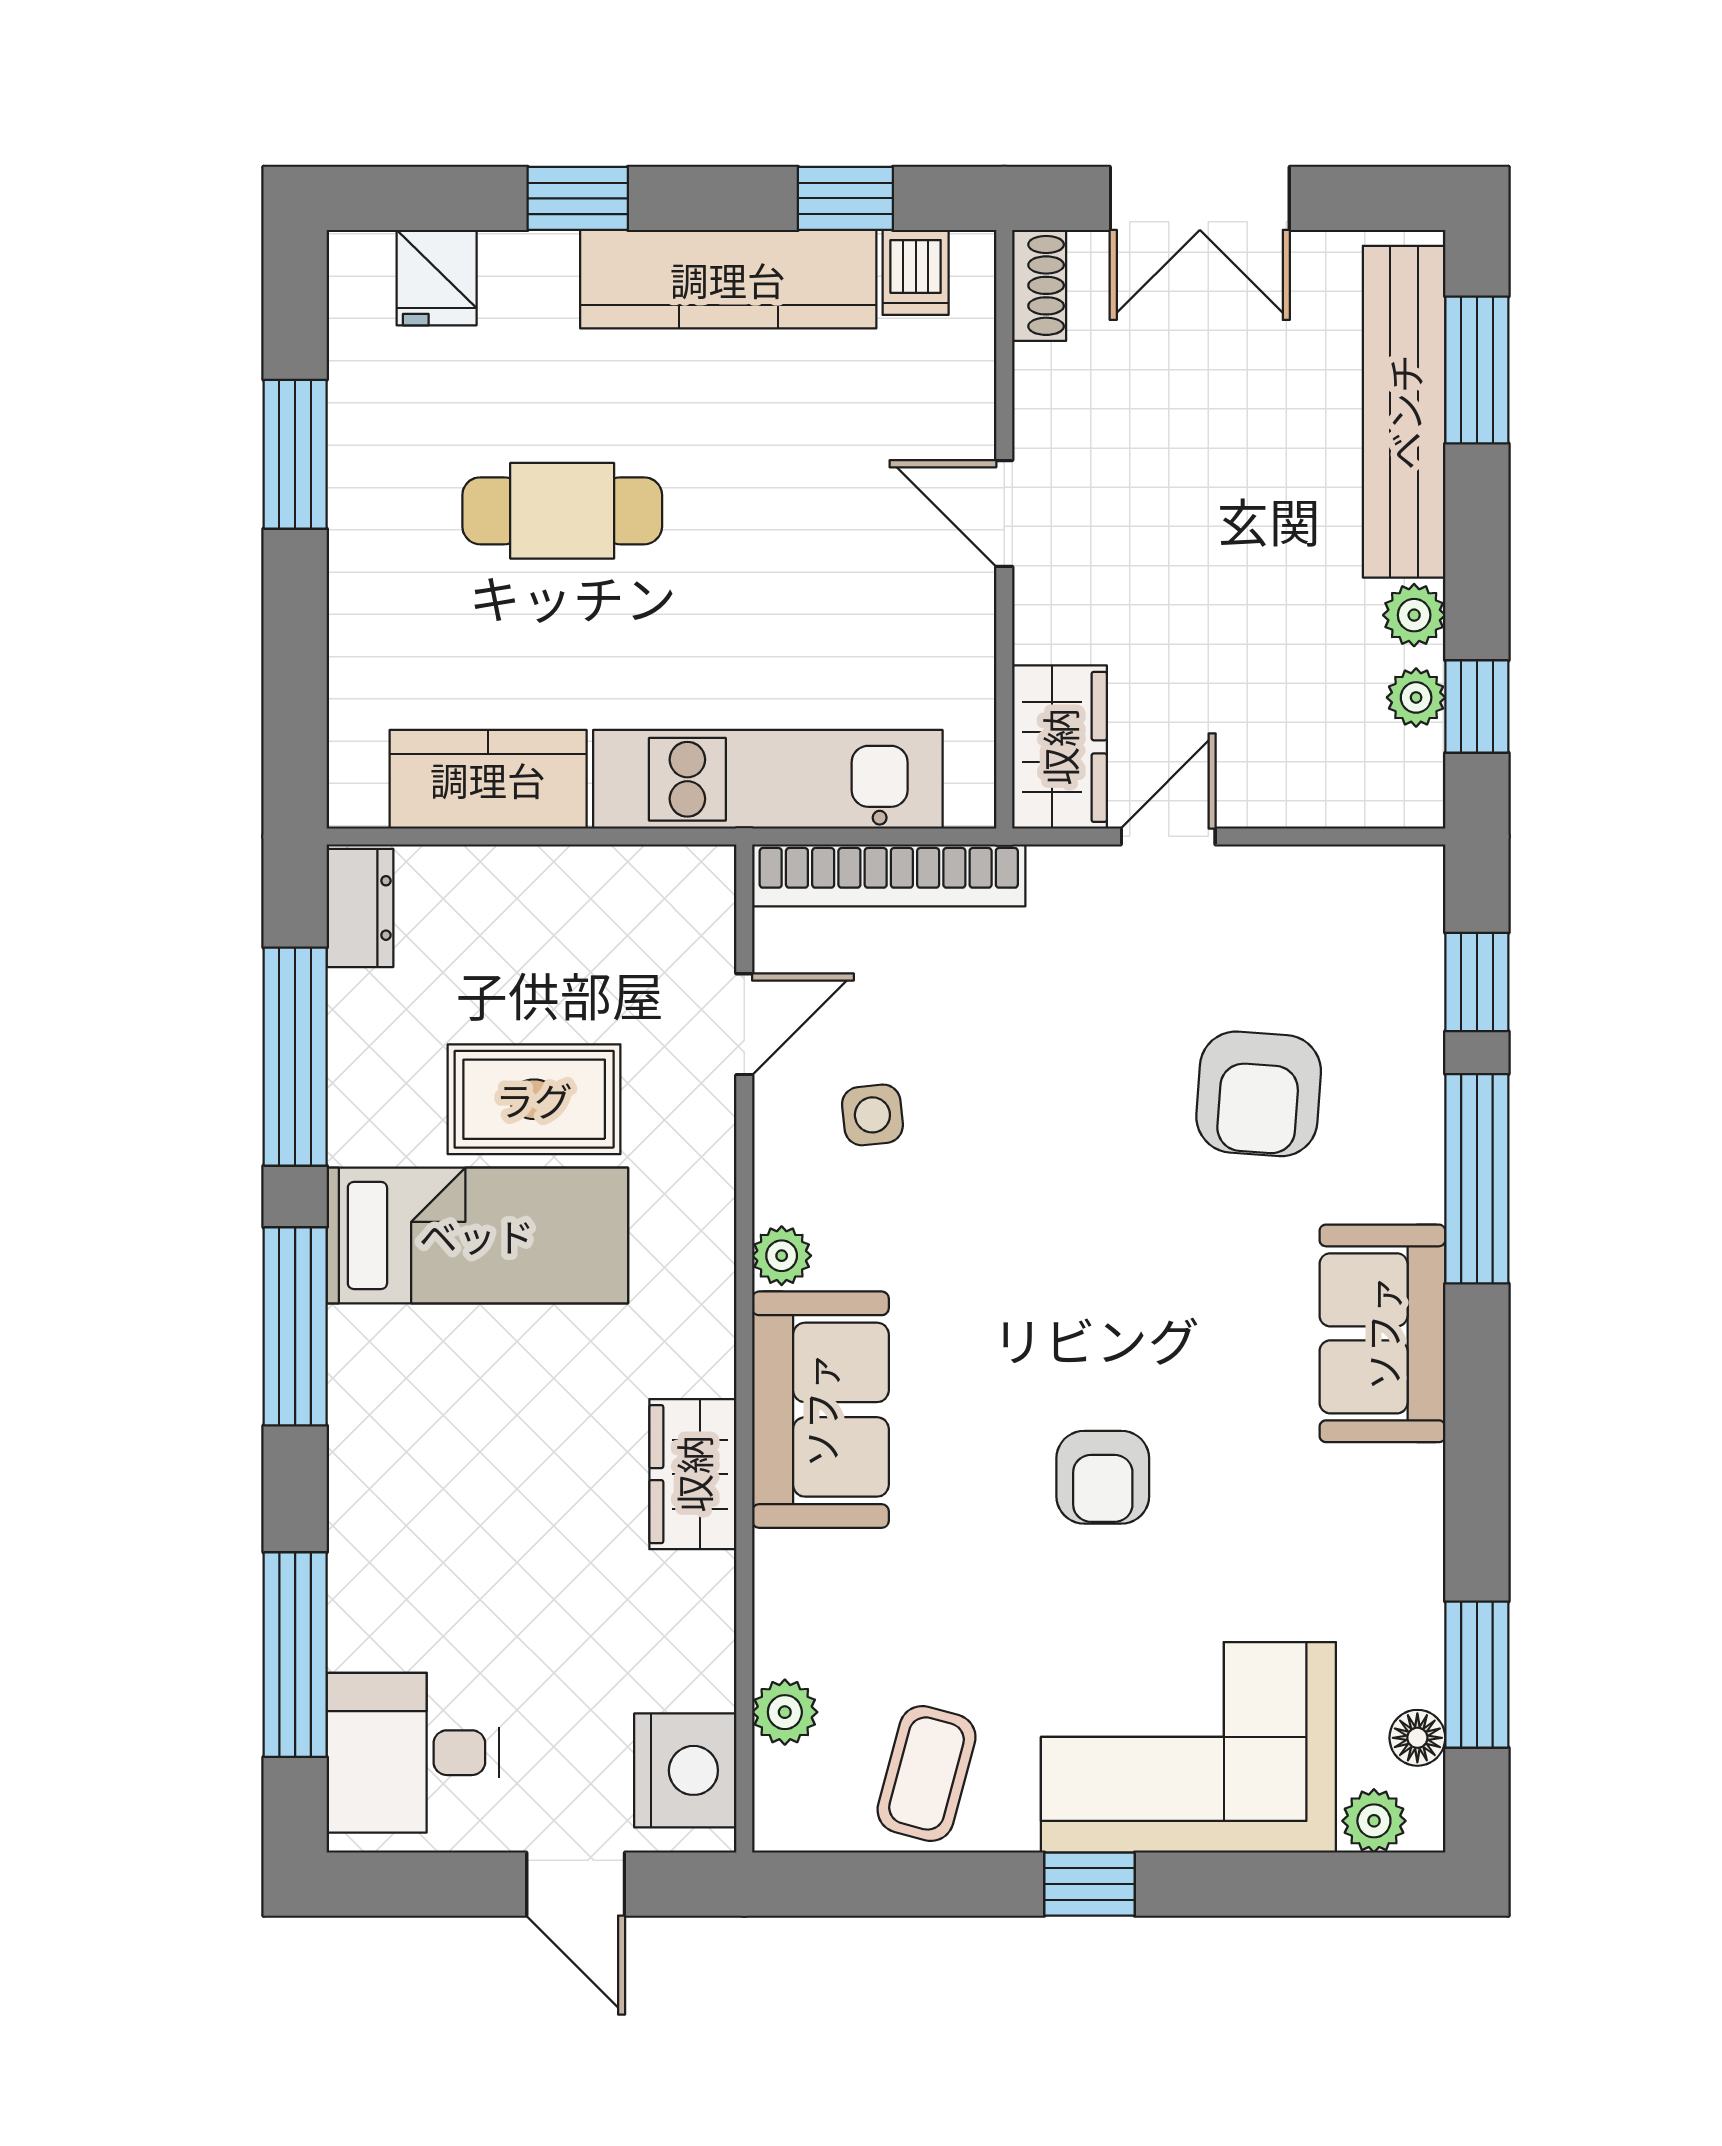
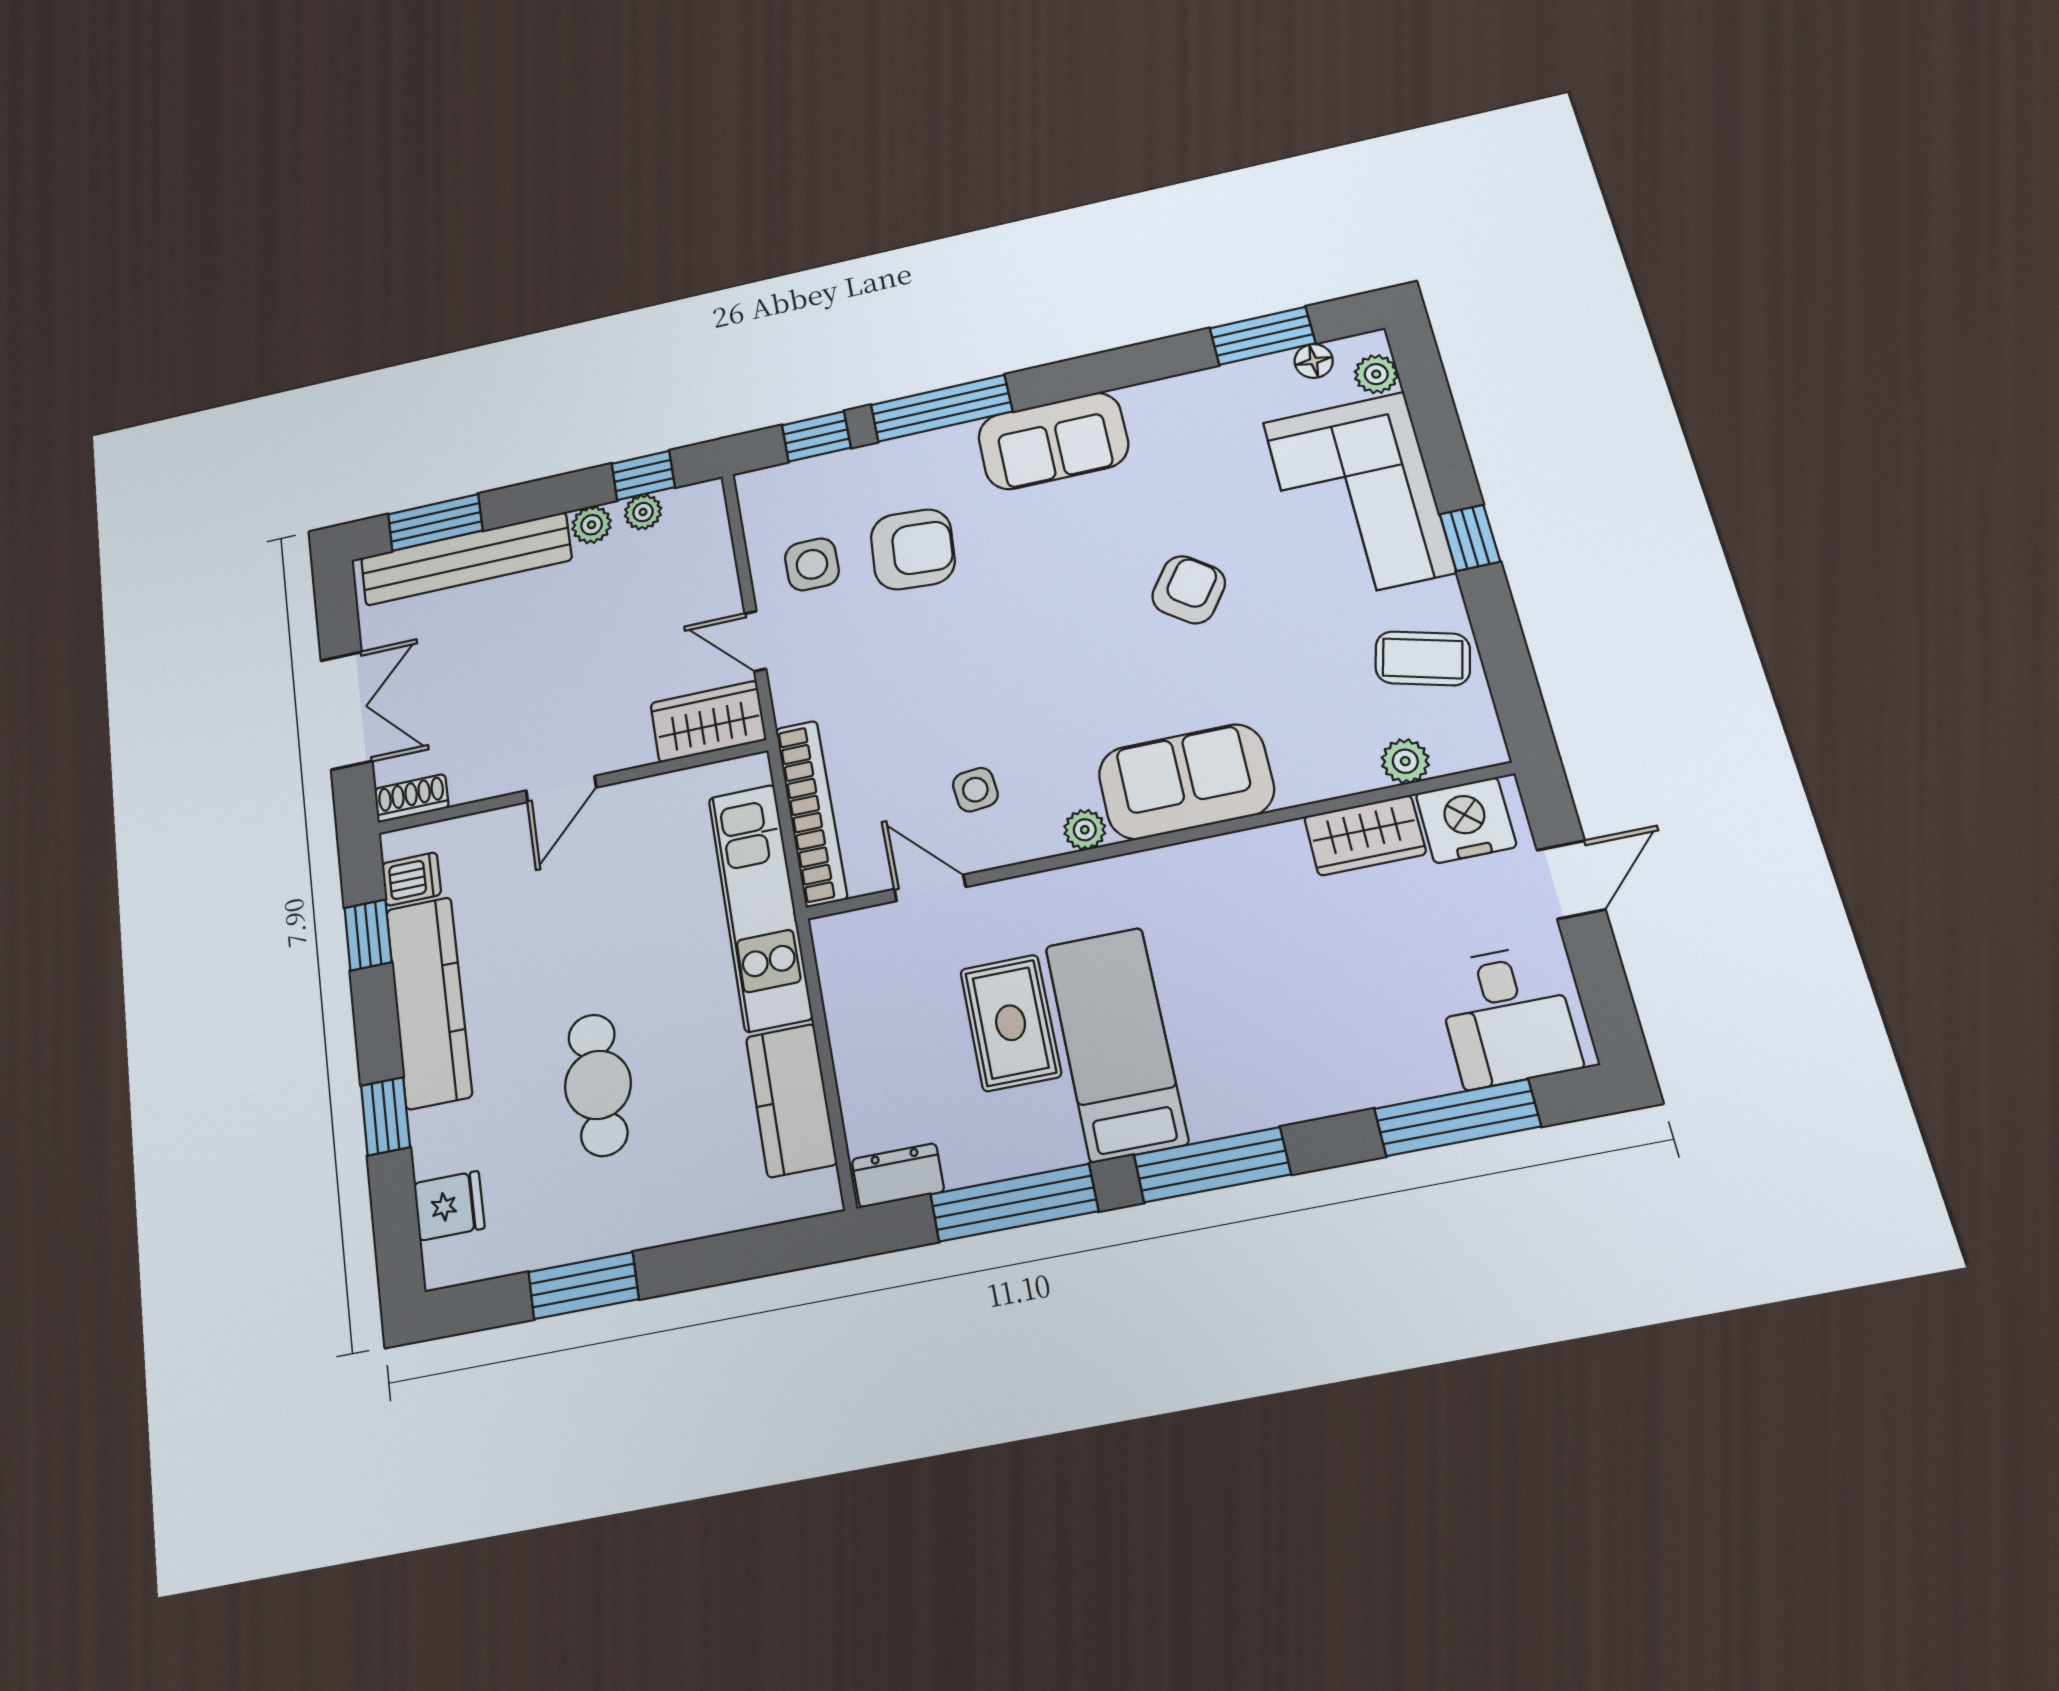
side table: (1270, 940) -> (812, 564), added
wardrobe: (693, 1474) -> (1365, 835), moved
armchair: (1103, 1477) -> (1189, 590), turned -54

